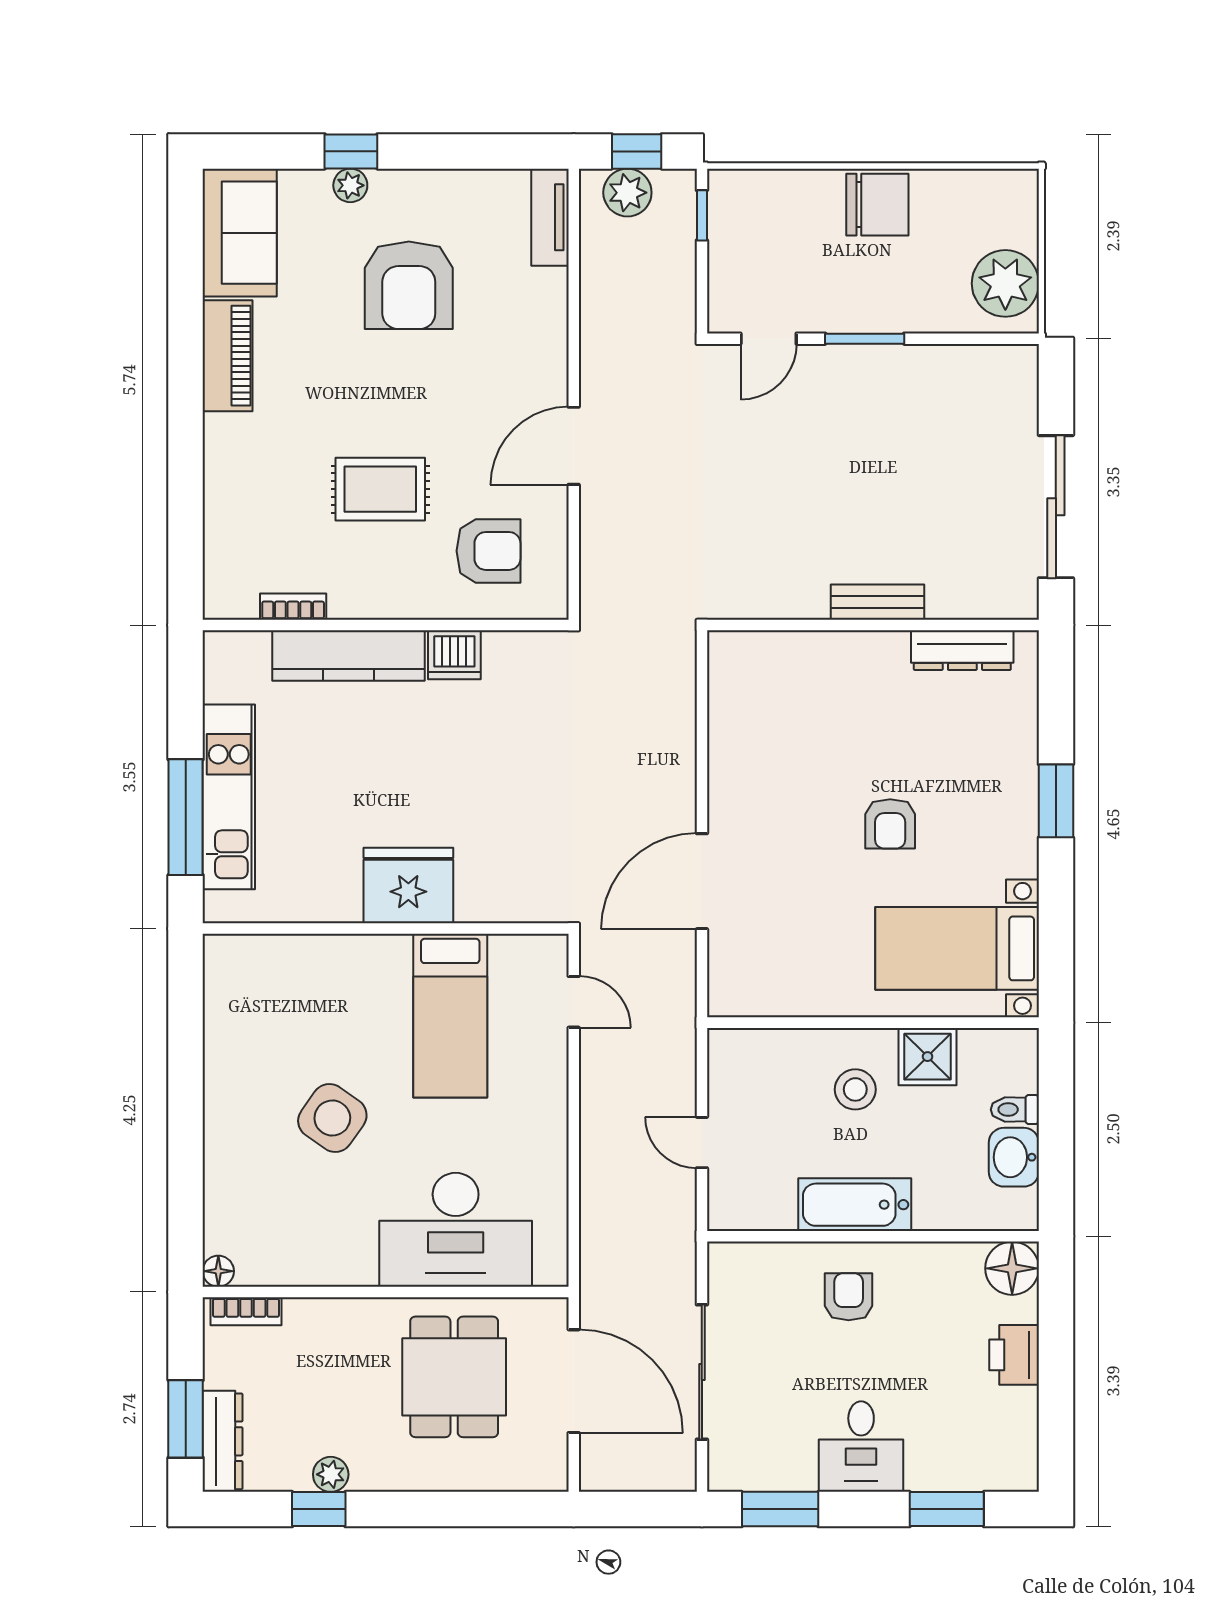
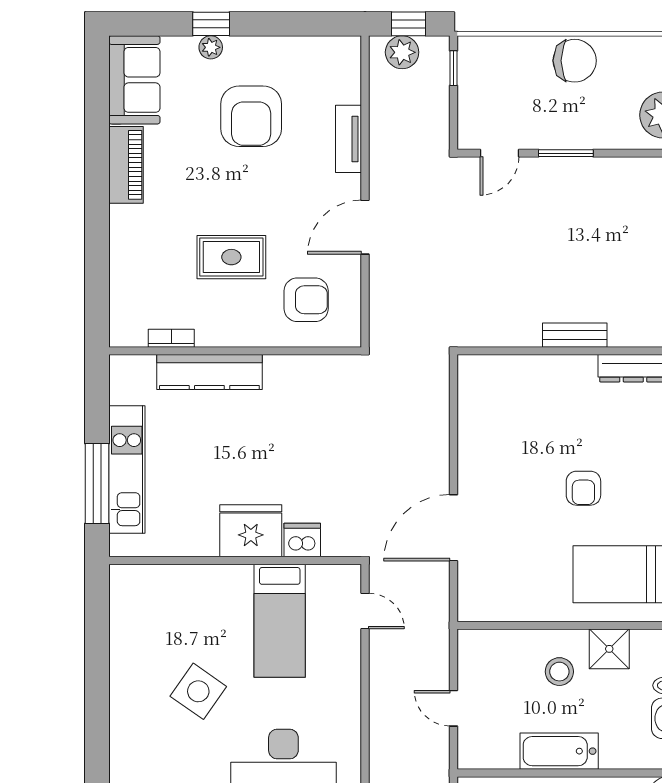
tv unit: (550, 217) -> (349, 139), moved
dishwasher: (454, 655) -> (302, 540), moved, turned 180

